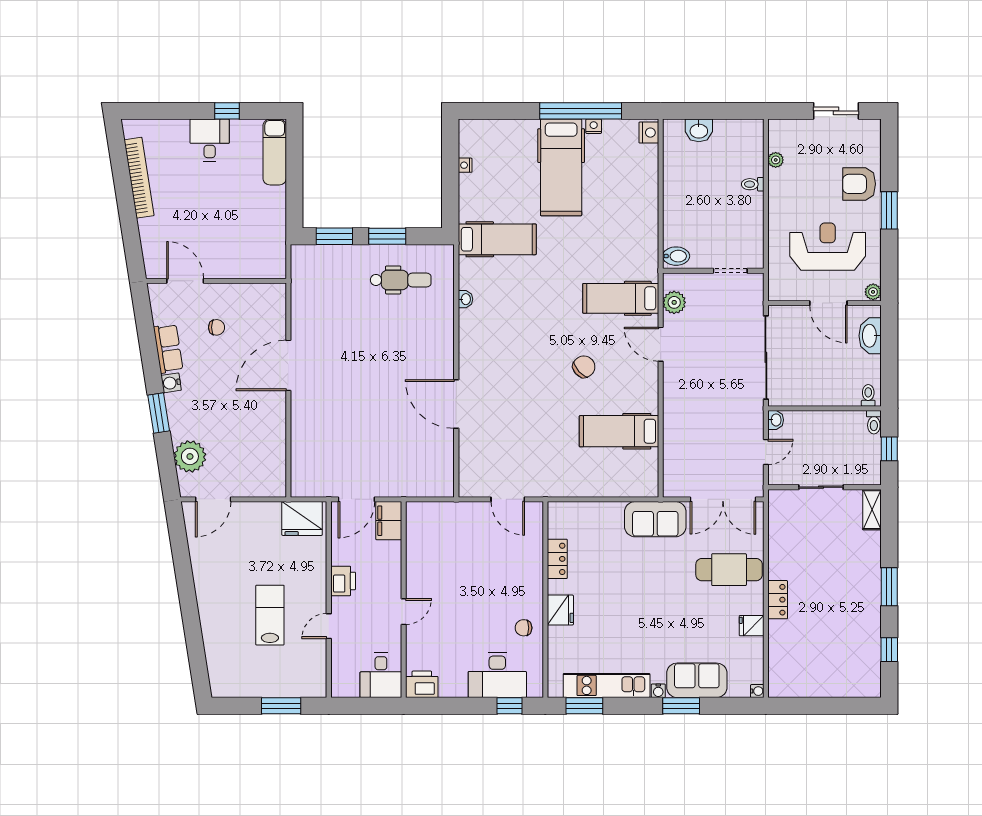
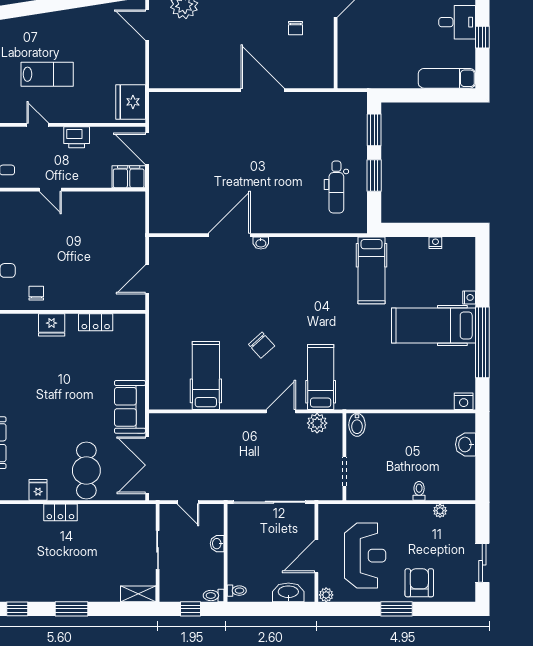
nightstand: (594, 126) -> (469, 297), moved
washbasin: (465, 299) -> (261, 243), moved
washbasin: (776, 420) -> (217, 544), moved, turned 90

